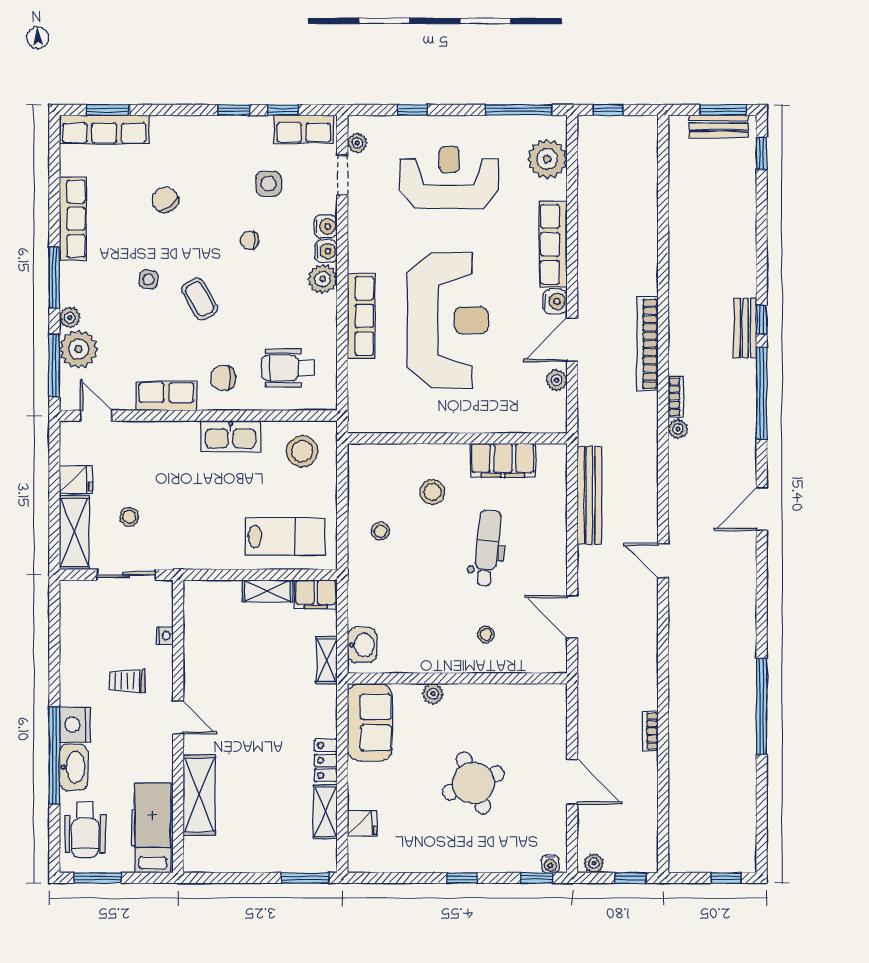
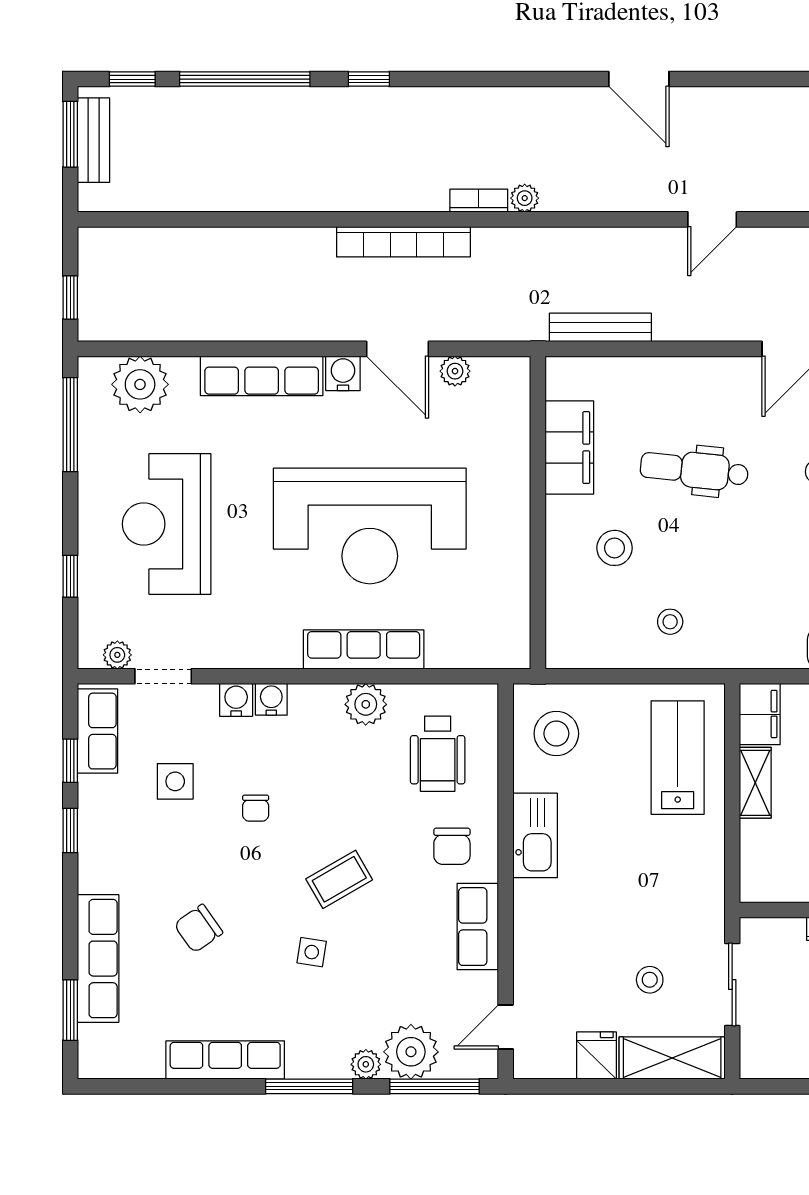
row of seats: (104, 130) -> (98, 959), moved
plant: (323, 279) -> (366, 704), moved
reception desk: (448, 320) -> (370, 526), turned 180
bench: (745, 328) -> (381, 102), removed
window: (762, 393) -> (245, 79), moved
bench: (589, 495) -> (600, 327), width x0.73, depth x0.82

